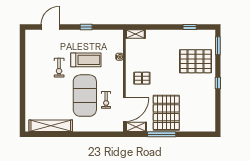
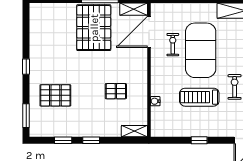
window: (168, 27) -> (91, 140), added
pallet: (196, 61) -> (55, 95), width x0.73, depth x0.71
pallet: (142, 78) -> (116, 91), moved

